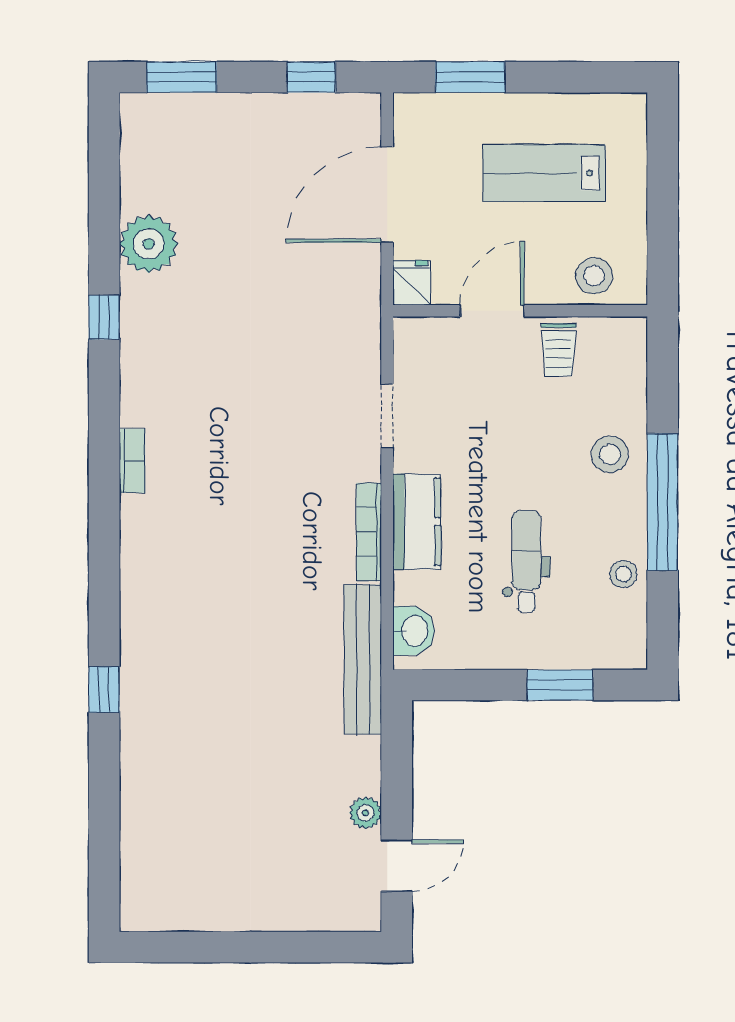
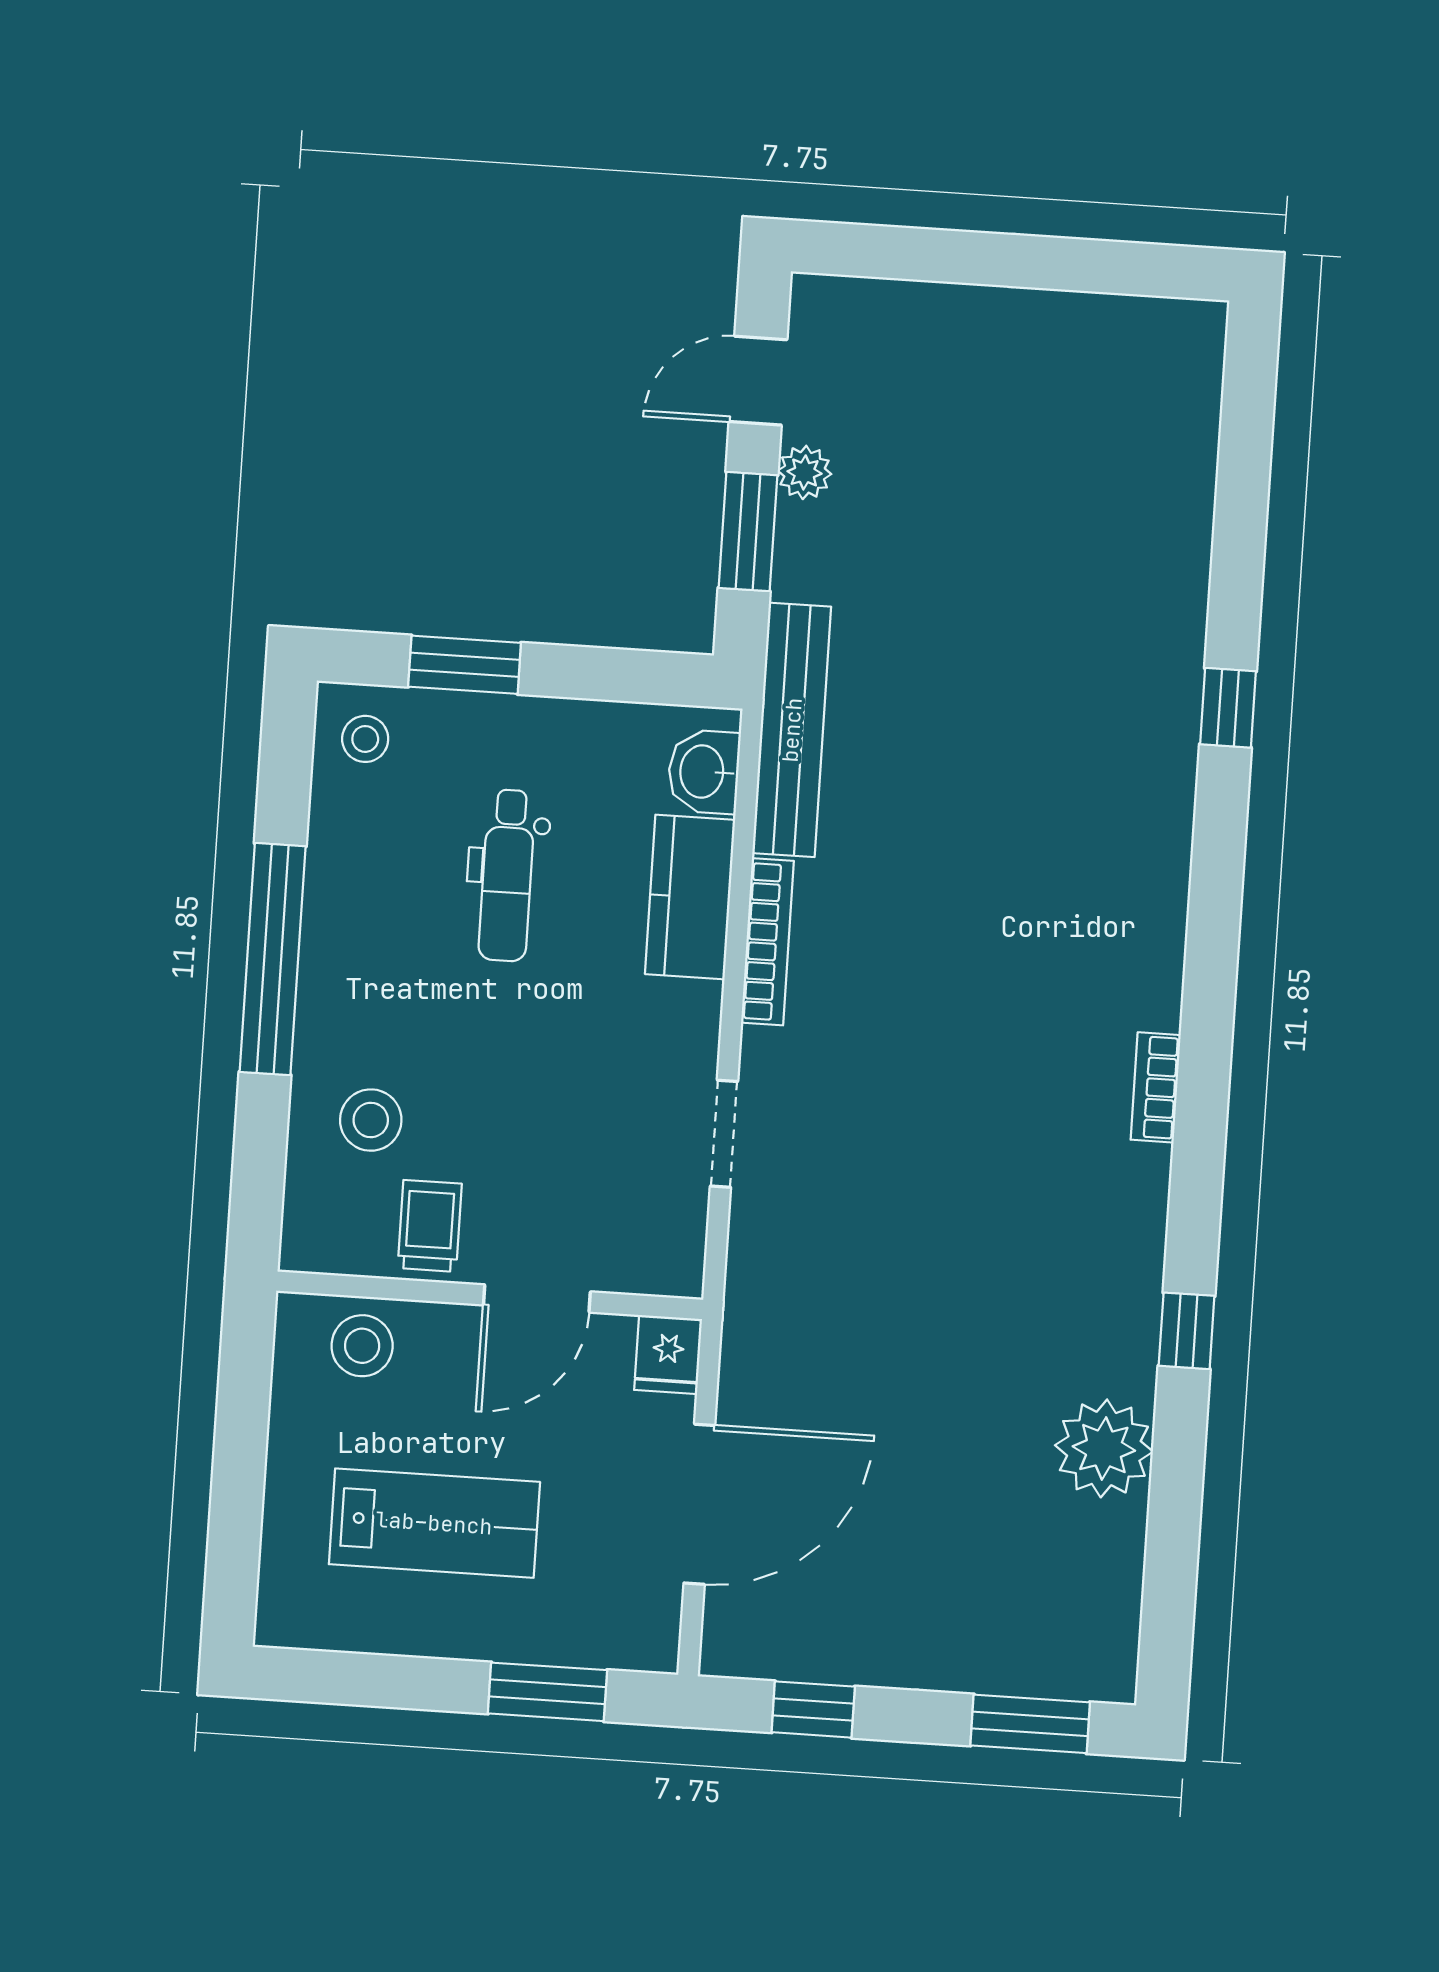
stool: (610, 454) -> (371, 1120), moved
kitchen counter: (417, 522) -> (690, 897), moved
stool: (623, 574) -> (365, 739), moved
window: (397, 775) -> (748, 532), added

